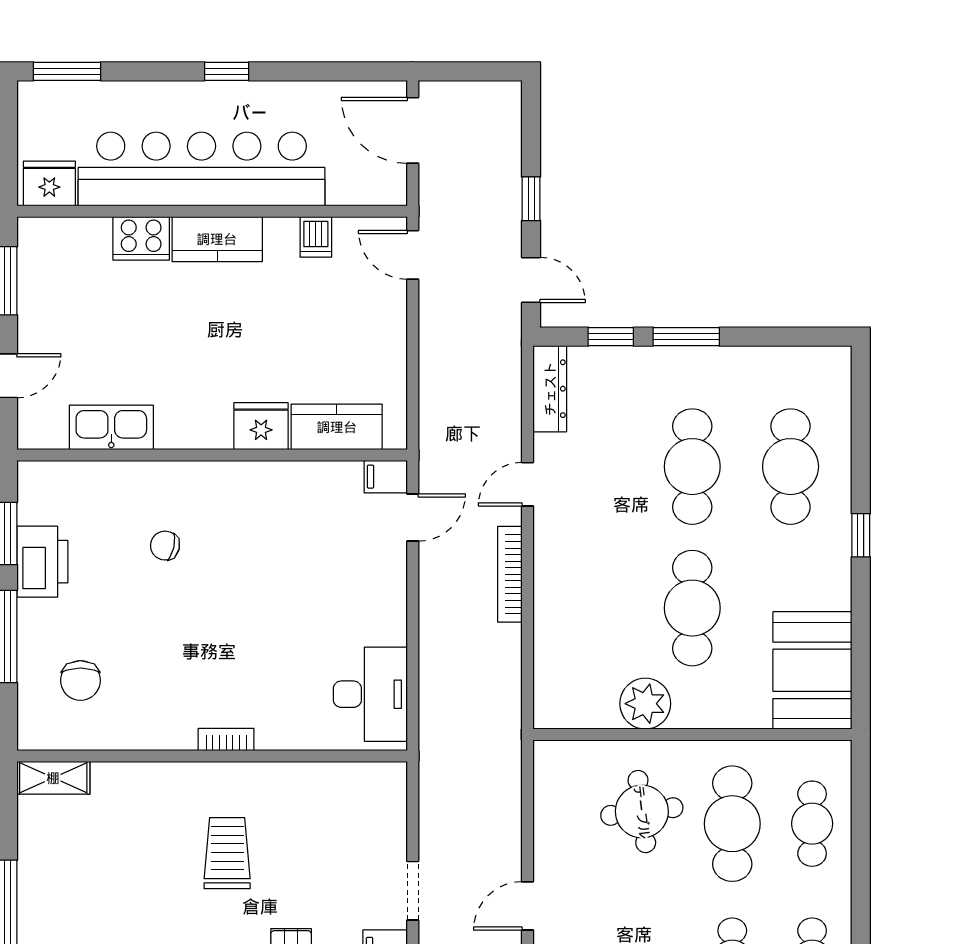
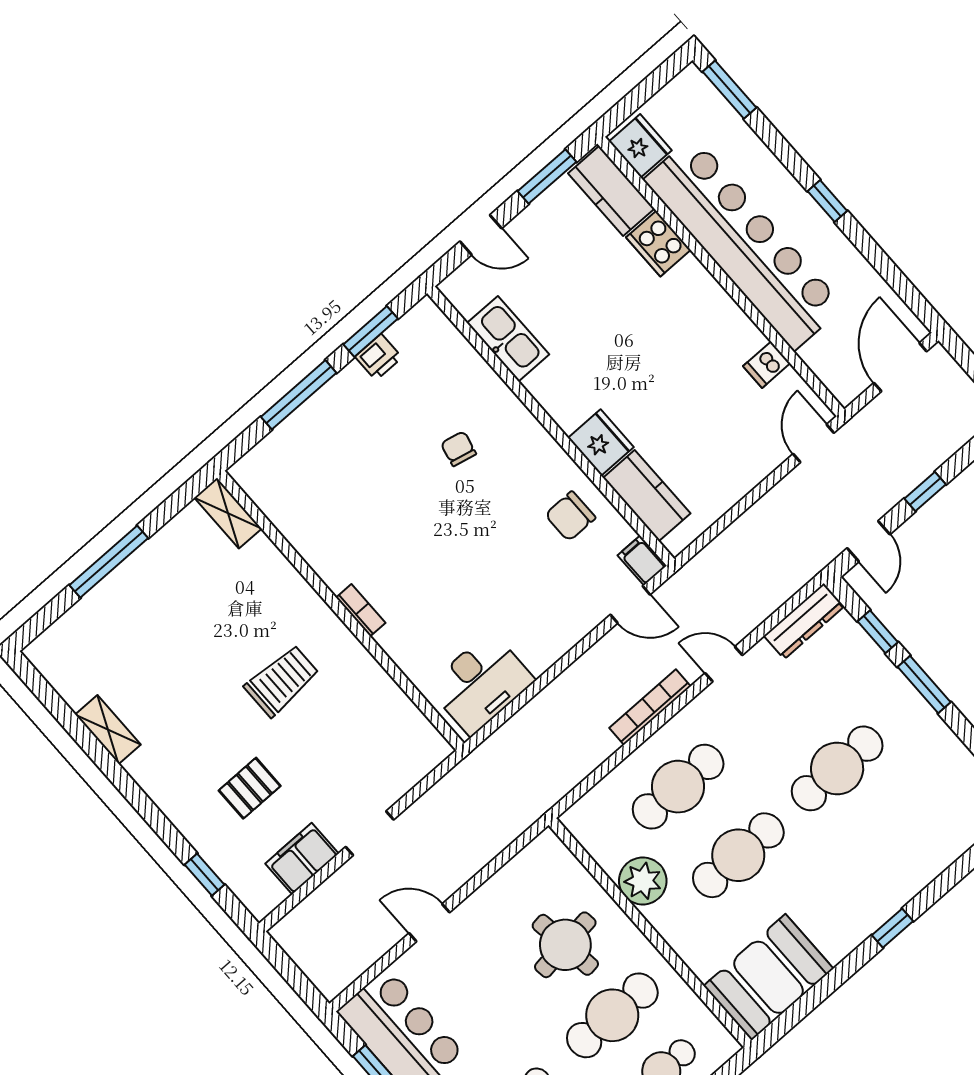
kitchen counter: (217, 239) -> (611, 191), moved
cafe table: (791, 467) -> (678, 787), moved
printer: (42, 562) -> (379, 357), width x0.53, depth x0.68
chair: (80, 680) -> (570, 516), moved

